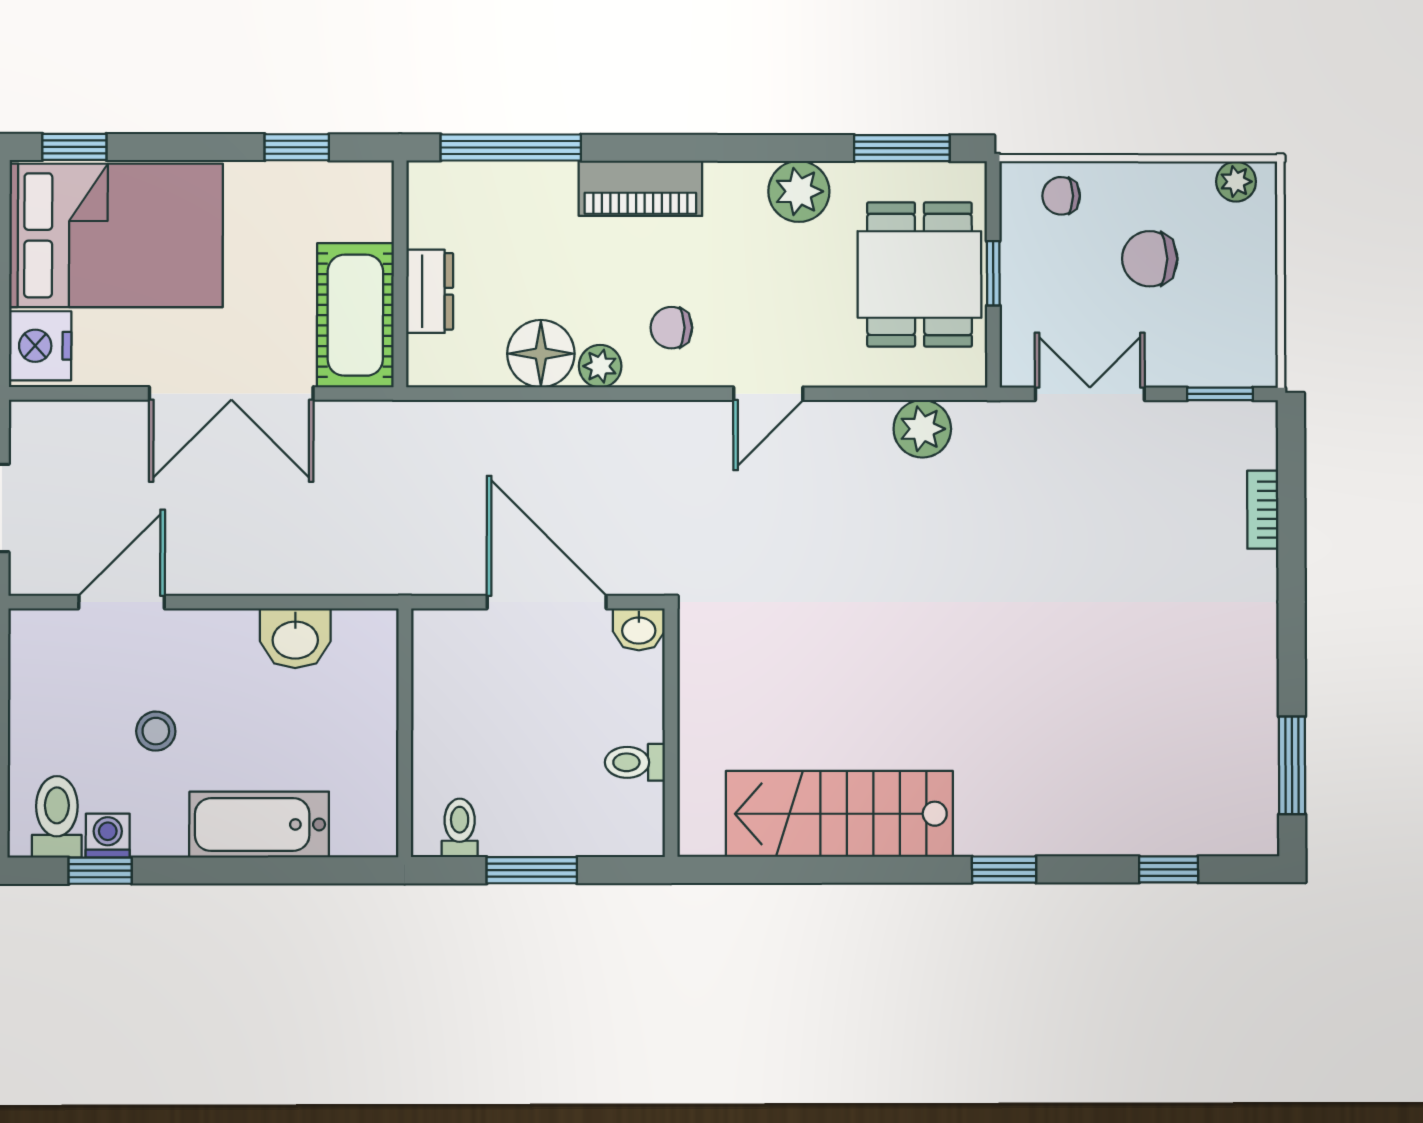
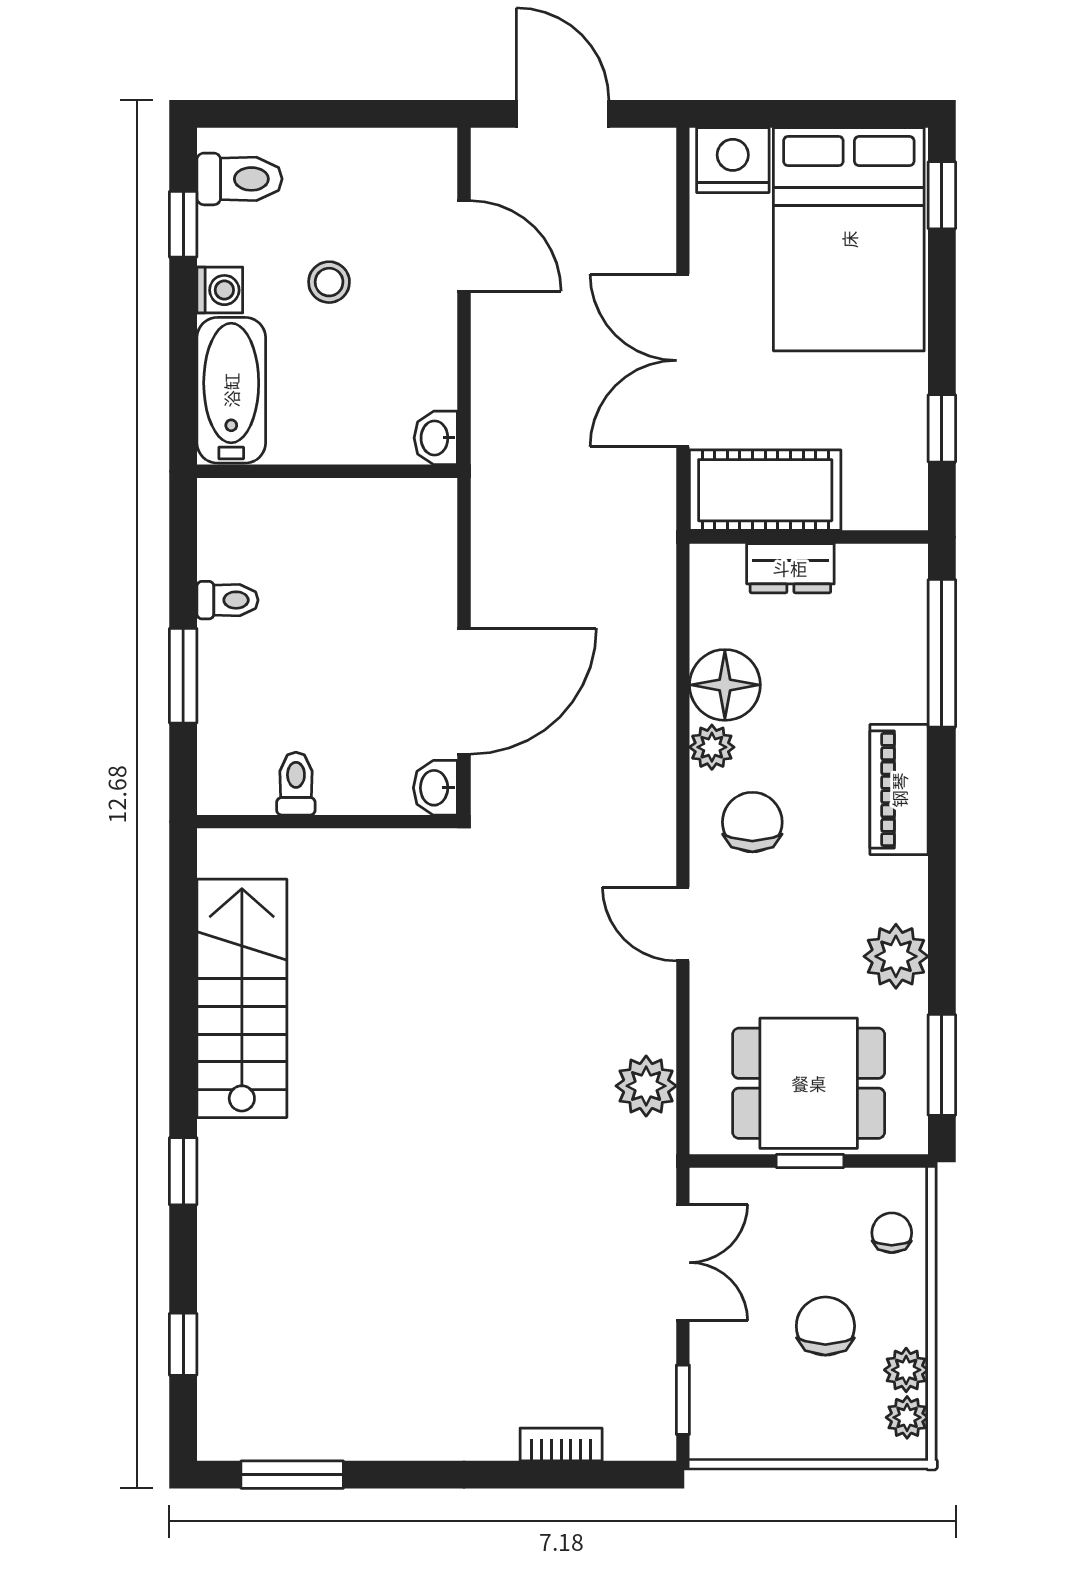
plant: (1191, 182) -> (906, 1370), added
chair: (671, 328) -> (752, 822), width x1.37, depth x1.37
washbasin: (295, 638) -> (436, 438), width x0.72, depth x0.69
wall: (405, 733) -> (327, 471), moved
washing machine: (108, 836) -> (220, 290), moved

